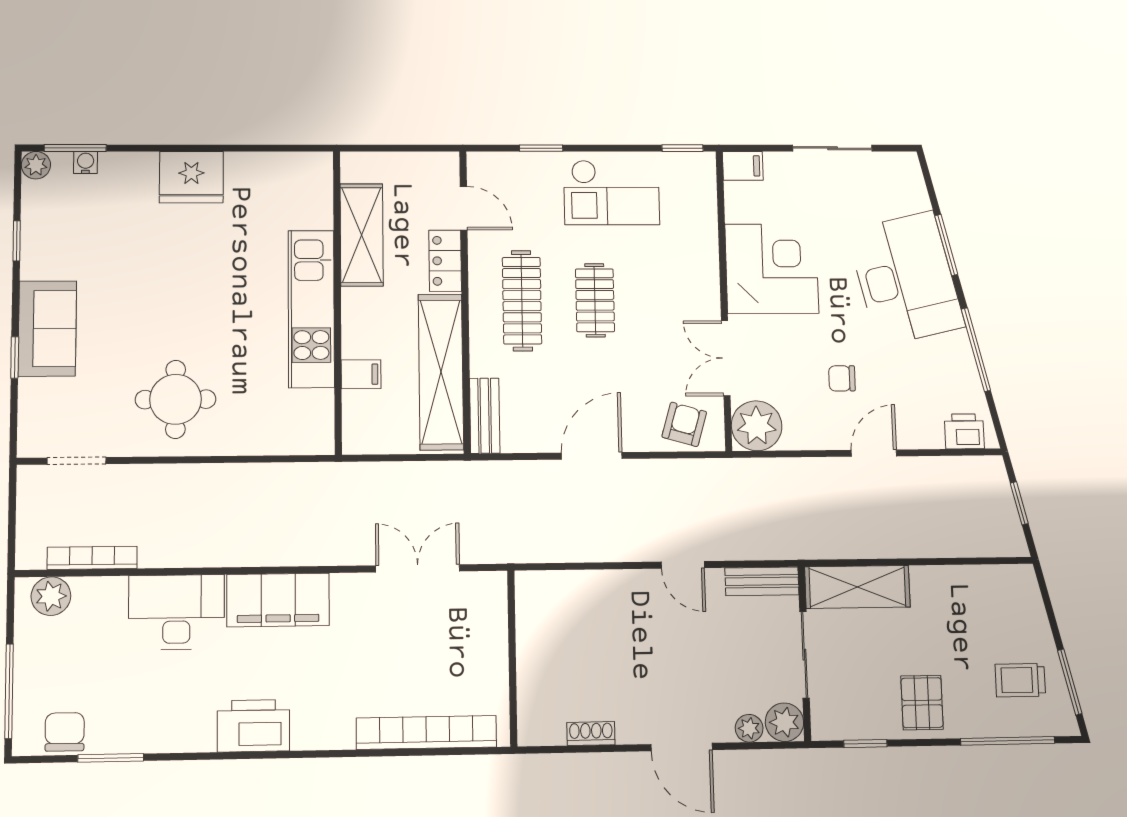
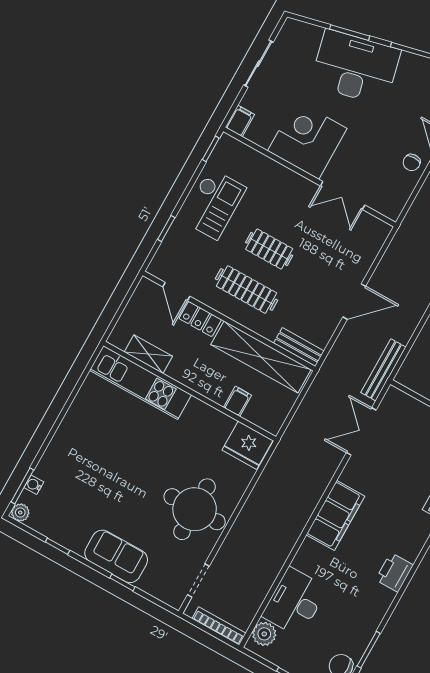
fridge: (191, 177) -> (247, 445), moved, turned 90
door: (464, 208) -> (176, 292), swing flipped
shelving: (362, 235) -> (148, 354), width x0.67, depth x0.75
kitchen unit: (311, 309) -> (141, 382), moved
chair: (842, 378) -> (412, 162), moved
round table: (176, 399) -> (195, 509), width x1.36, depth x1.36
armchair: (684, 424) -> (366, 240), removed
plant: (757, 426) -> (390, 201), removed
door: (592, 456) -> (354, 302), swing flipped
bench: (521, 550) -> (383, 370), added
bookcase: (92, 558) -> (219, 626), moved, turned 90
desk: (176, 612) -> (295, 602), moved
printer: (253, 726) -> (394, 572), width x0.73, depth x0.84

